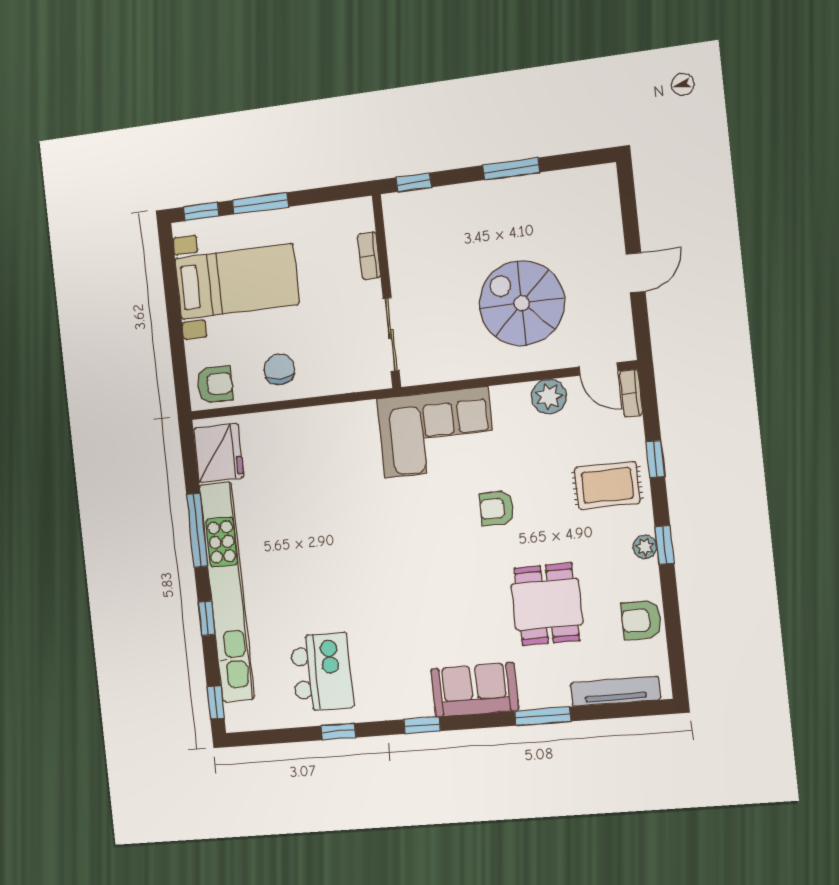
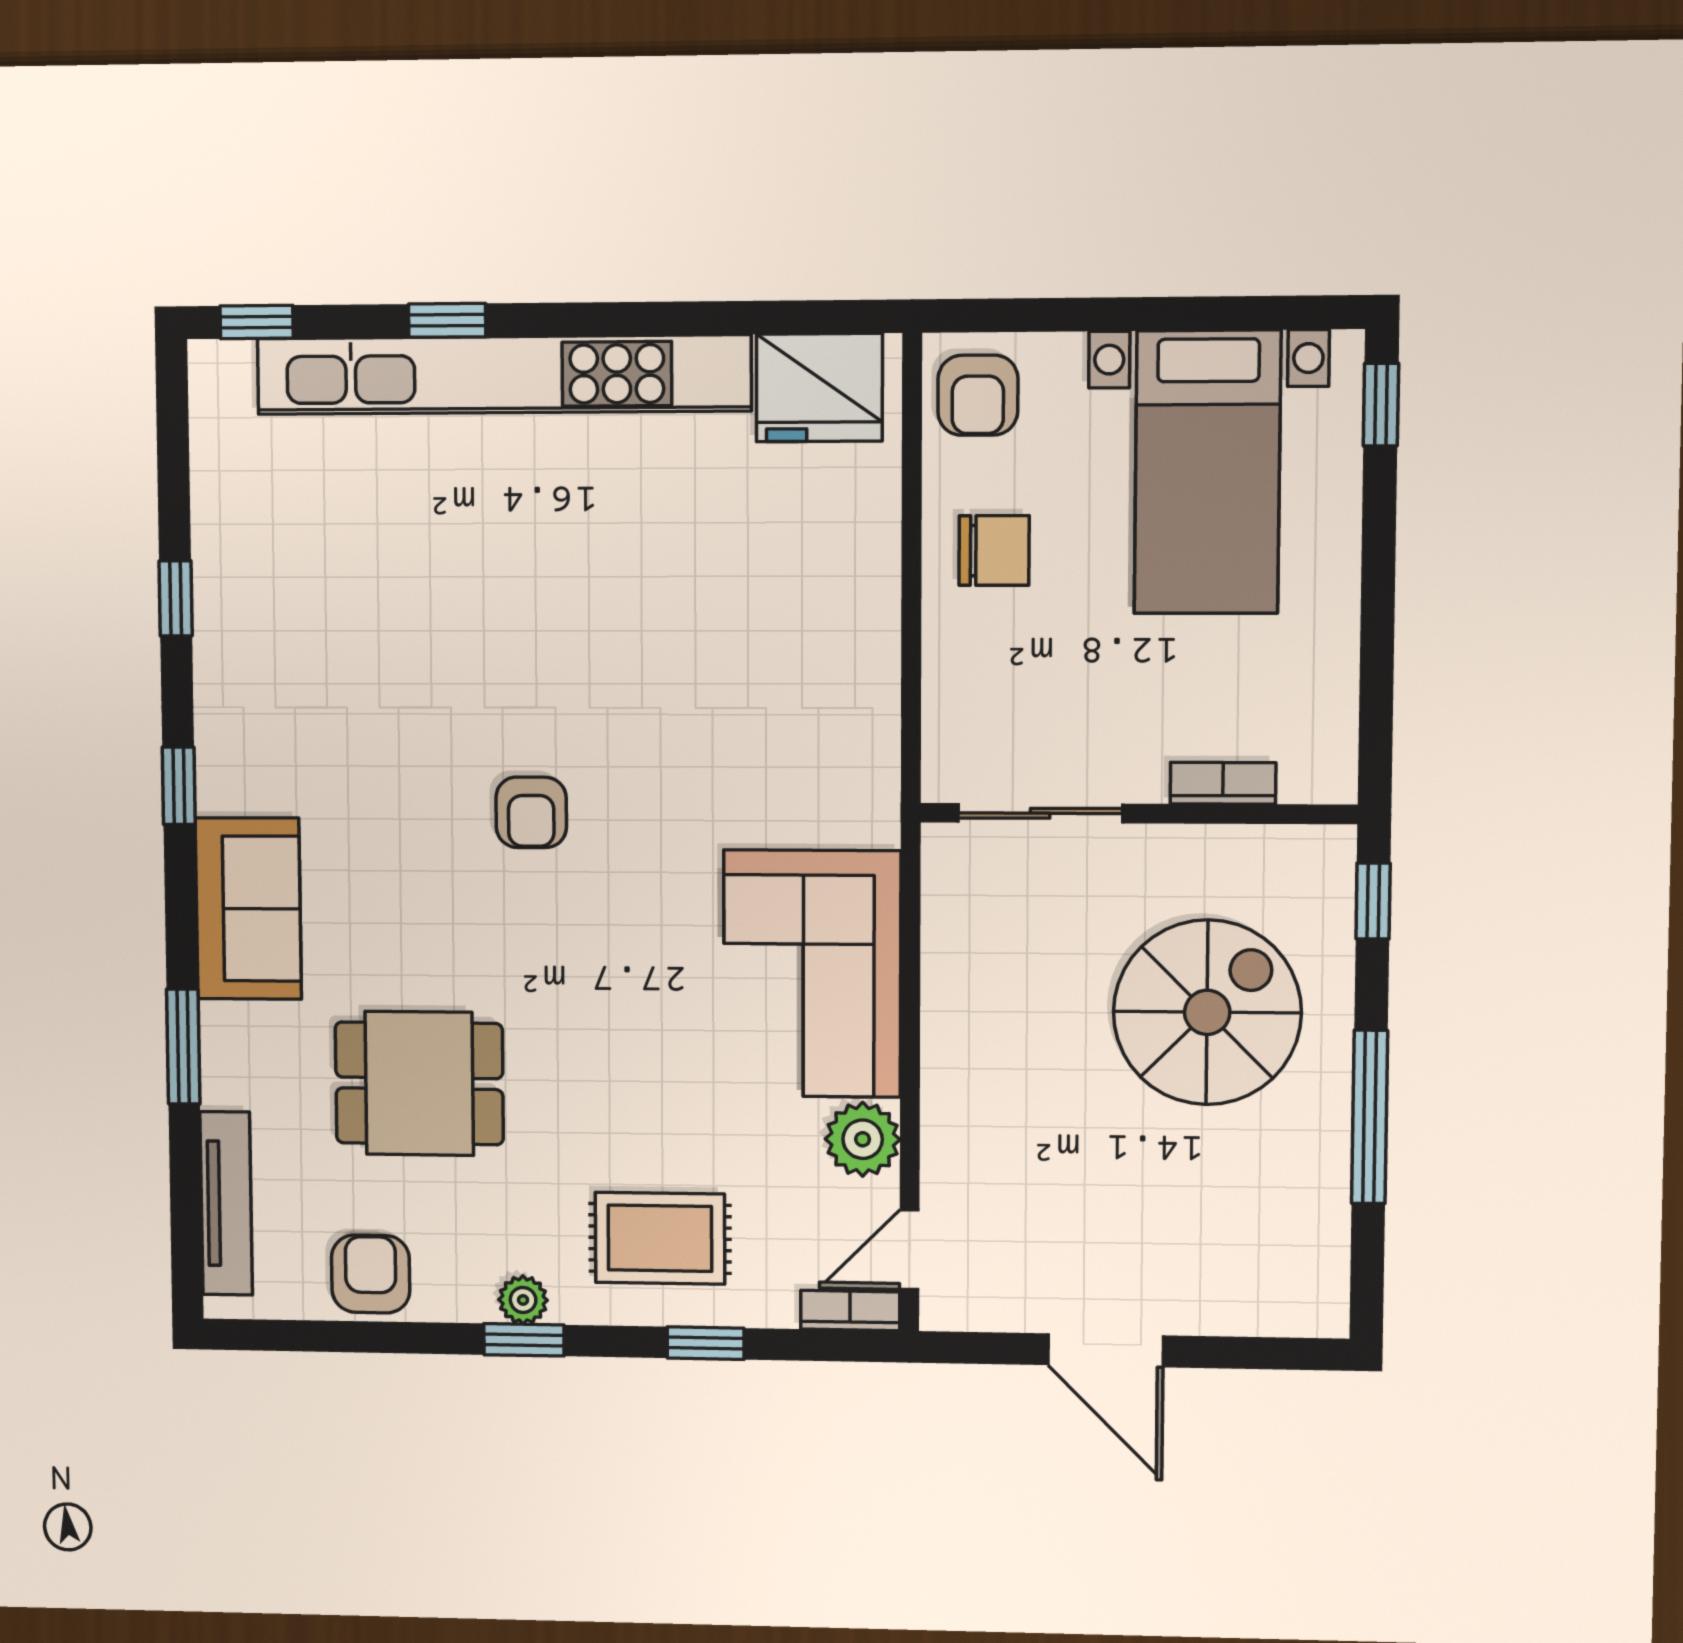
window: (511, 169) -> (1370, 1117), width x1.44
window: (260, 203) -> (1379, 546), removed
door: (636, 273) -> (1106, 1350), width x1.38
spiral stairs: (522, 303) -> (1207, 1012), moved
corner sofa: (436, 432) -> (812, 974), moved
rug: (607, 485) -> (660, 1238), turned 90
armchair: (497, 508) -> (531, 812), moved, turned 180
window: (197, 530) -> (648, 318), removed
kitchen island: (322, 672) -> (309, 575), removed

